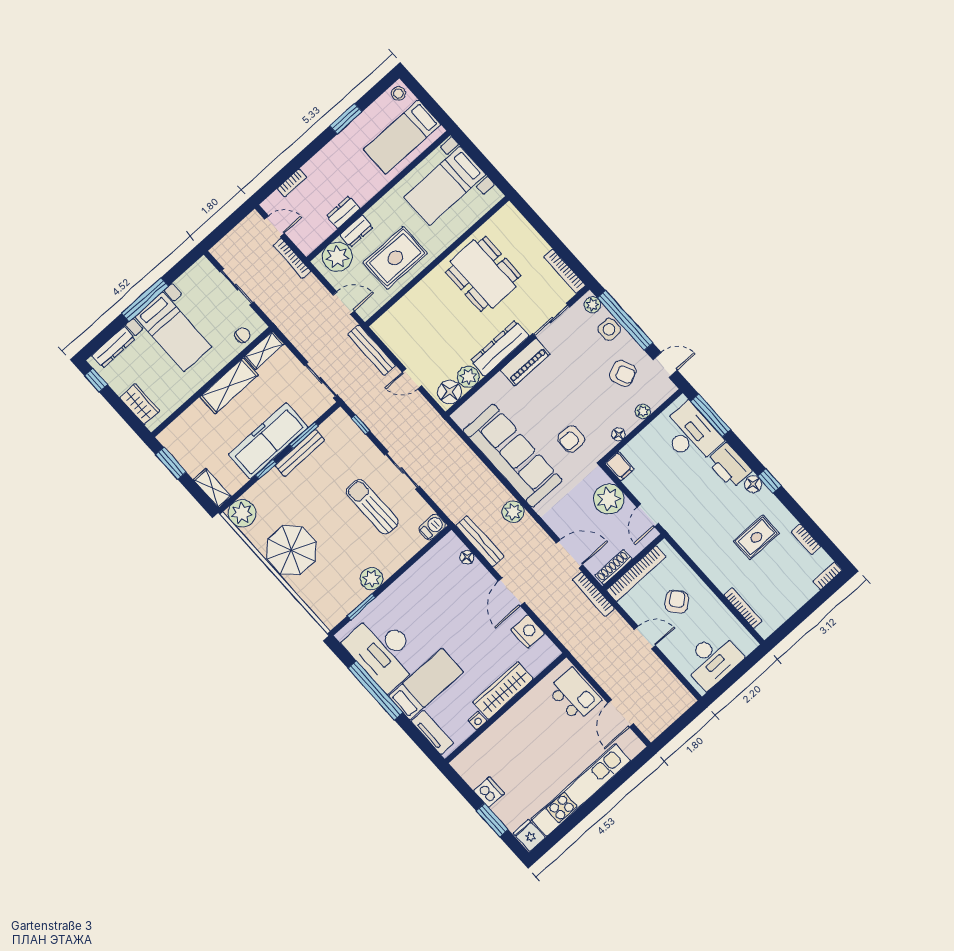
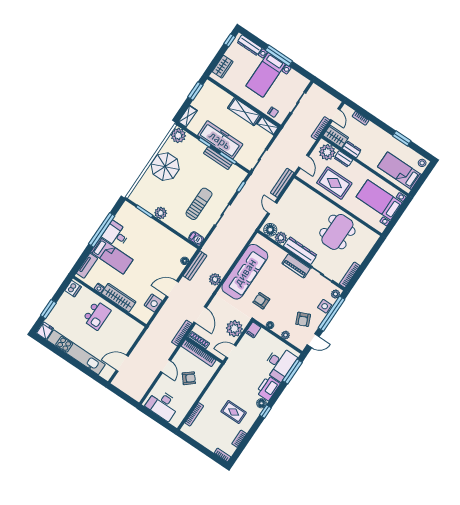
wardrobe: (313, 235) -> (336, 137), added
door: (665, 365) -> (313, 341), hinge flipped
desk: (383, 651) -> (116, 234), width x0.53, depth x0.77
kitchen island: (574, 695) -> (97, 315), moved
dishwasher: (489, 792) -> (73, 289), moved

